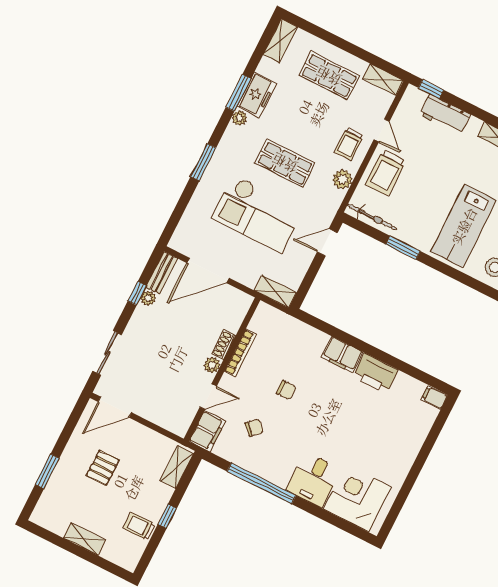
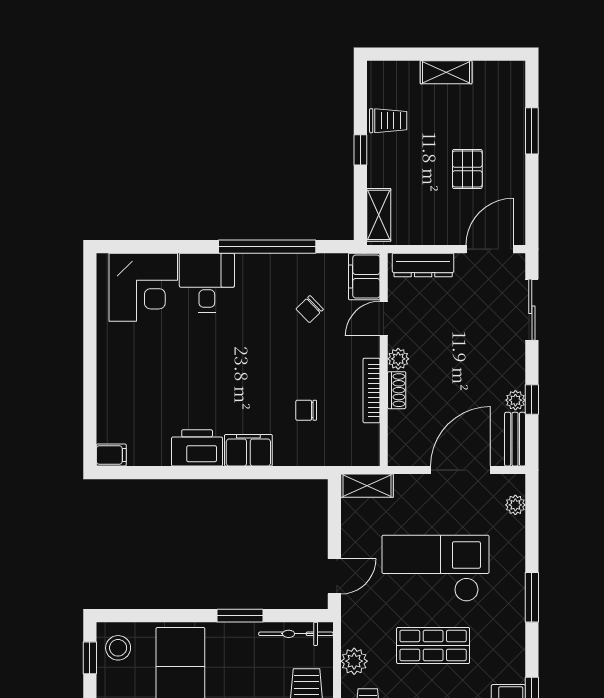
plant: (239, 118) -> (515, 505), moved
chair: (286, 390) -> (306, 410), moved
dresser: (164, 419) -> (423, 265), added

